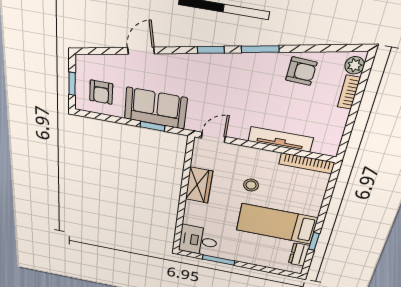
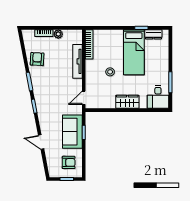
plant: (355, 65) -> (58, 34), moved
door: (213, 137) -> (84, 98), hinge flipped
wardrobe: (199, 185) -> (127, 102), moved

